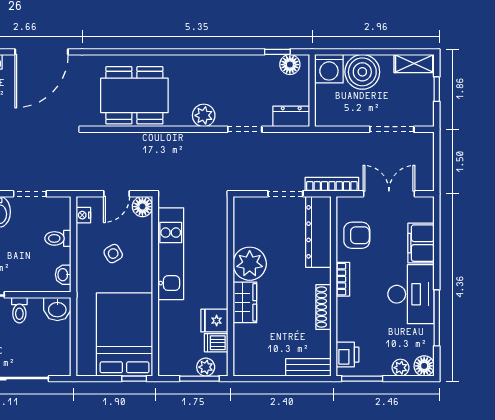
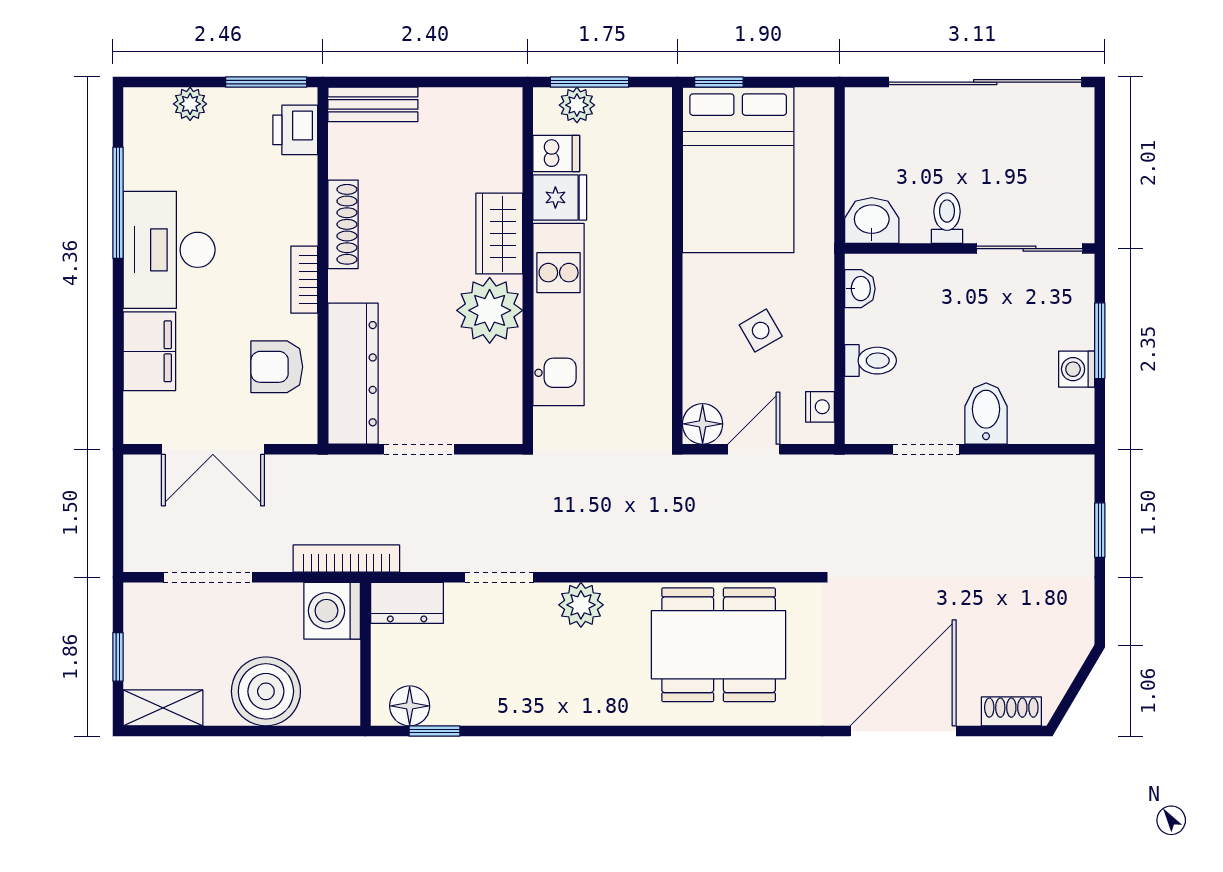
washing machine: (329, 69) -> (332, 611), moved, turned -90
bookcase: (332, 184) -> (346, 559), moved, turned 180
kitchen unit: (171, 254) -> (559, 315), moved, turned 180
floor lamp: (424, 366) -> (143, 107), removed

